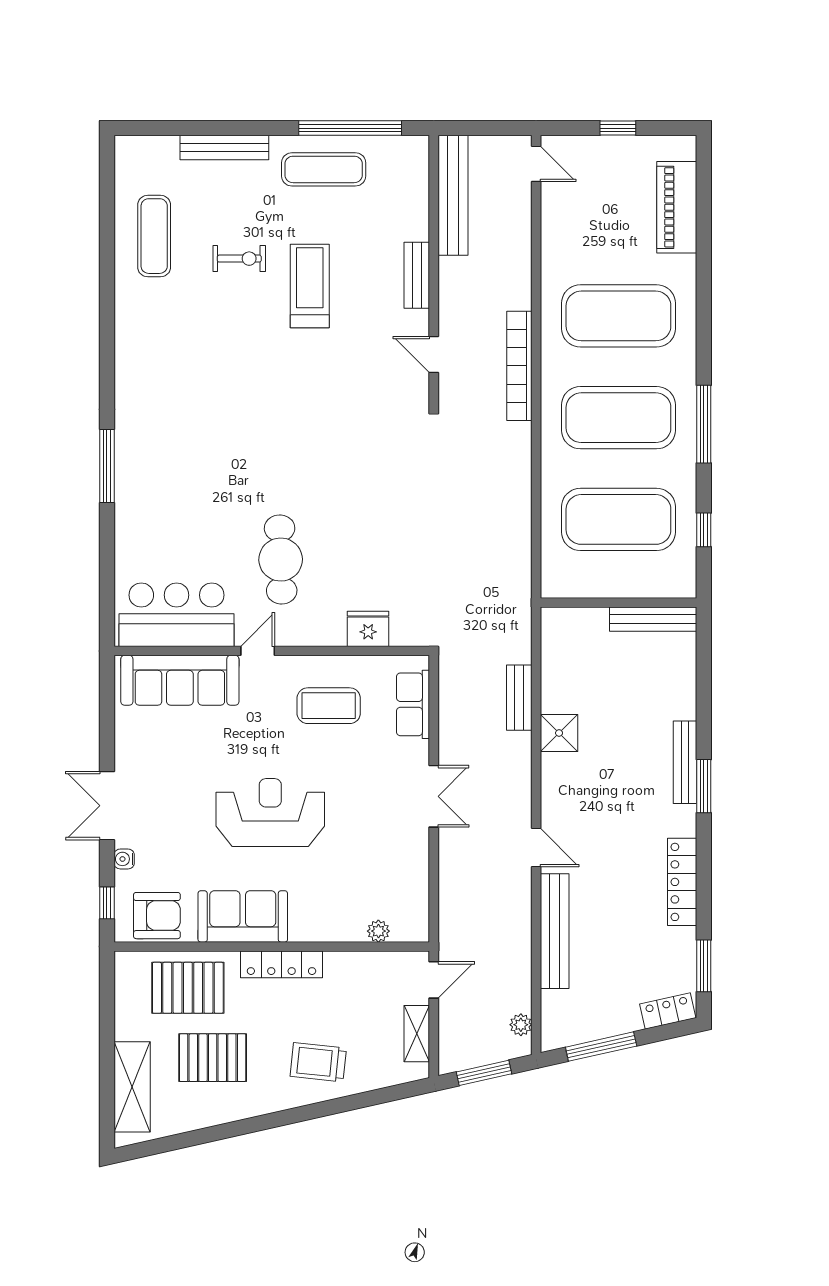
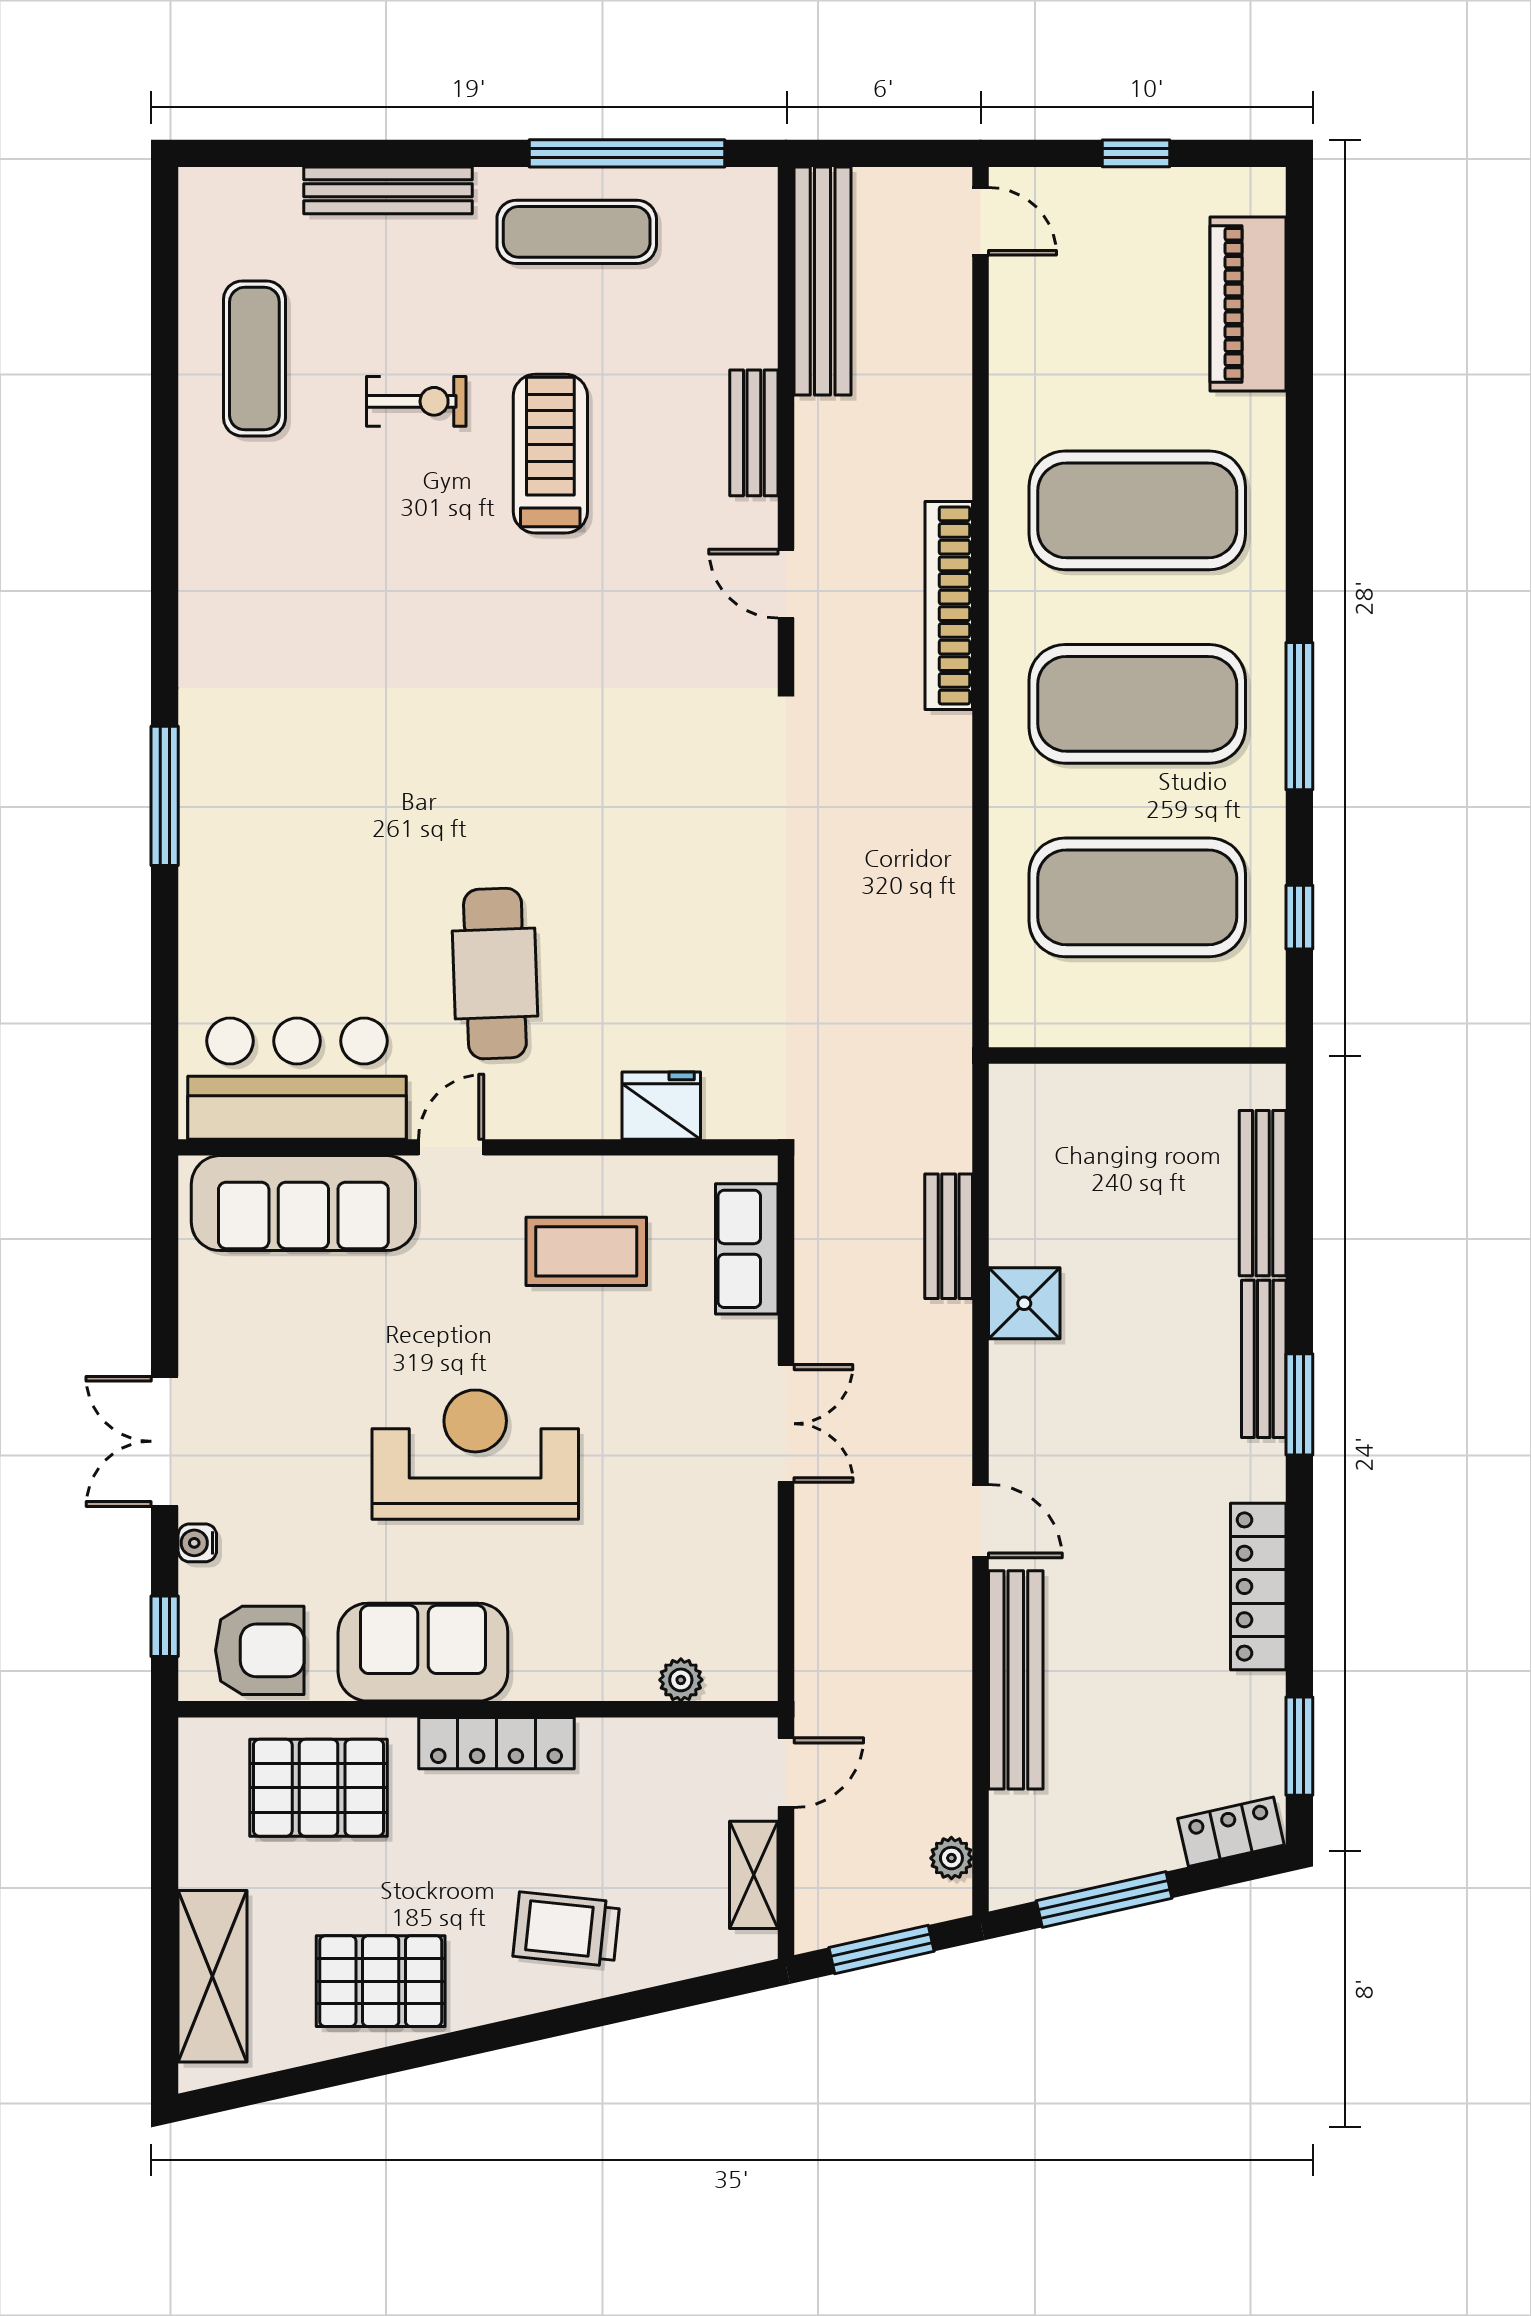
bench: (653, 619) -> (1263, 1193), moved, turned 90
pallet: (213, 1058) -> (381, 1981), moved

